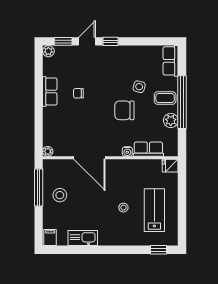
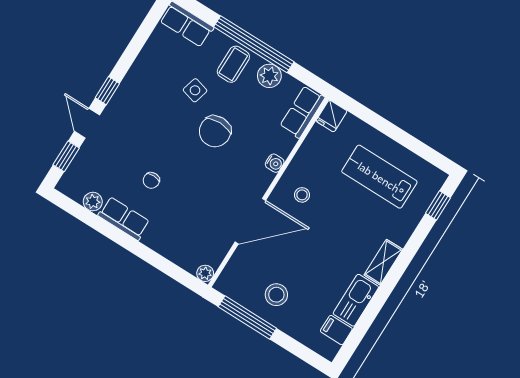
plant: (48, 51) -> (93, 202), moved
row of seats: (148, 149) -> (302, 112), moved
stool: (123, 208) -> (302, 195), moved
filing cabinet: (50, 238) -> (336, 330), moved
shelving: (111, 240) -> (383, 262), added

